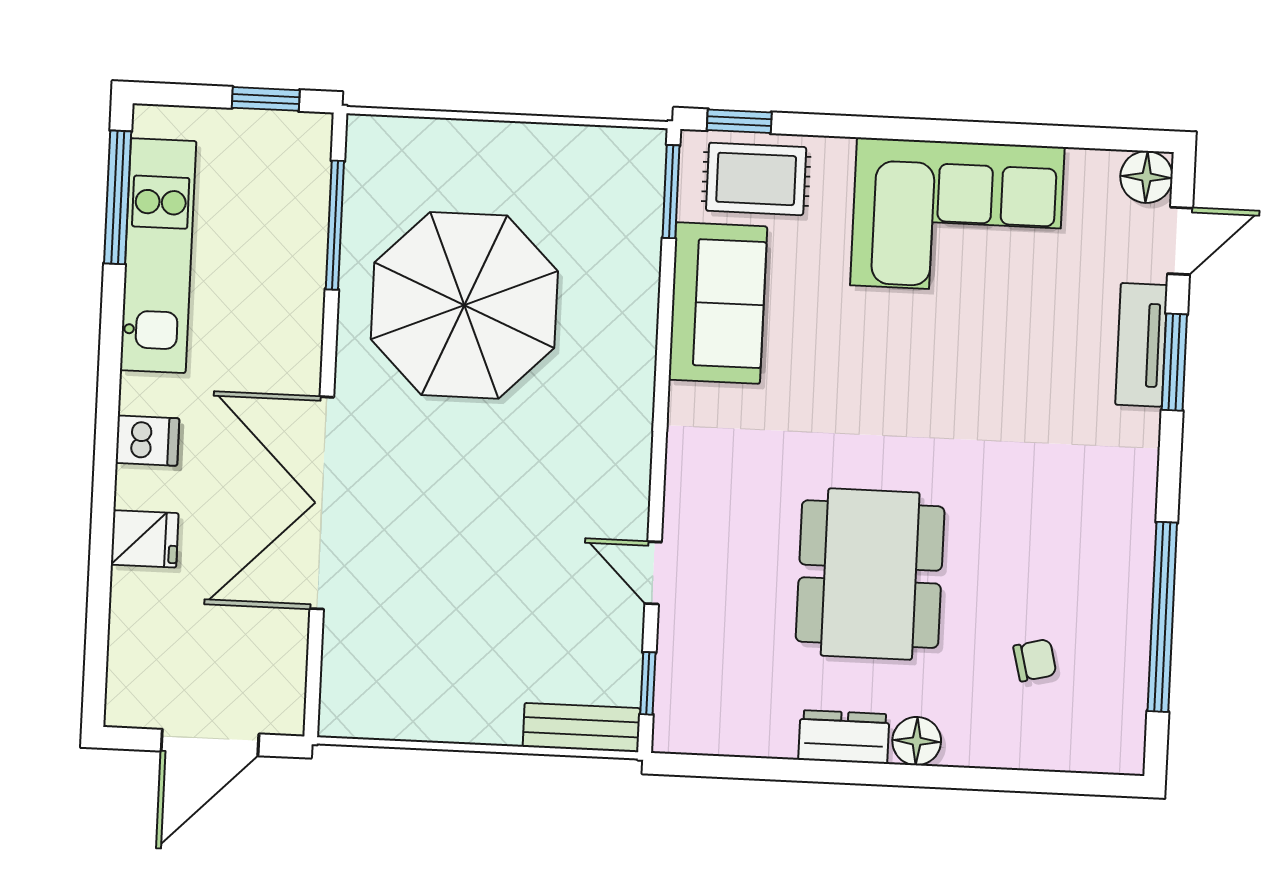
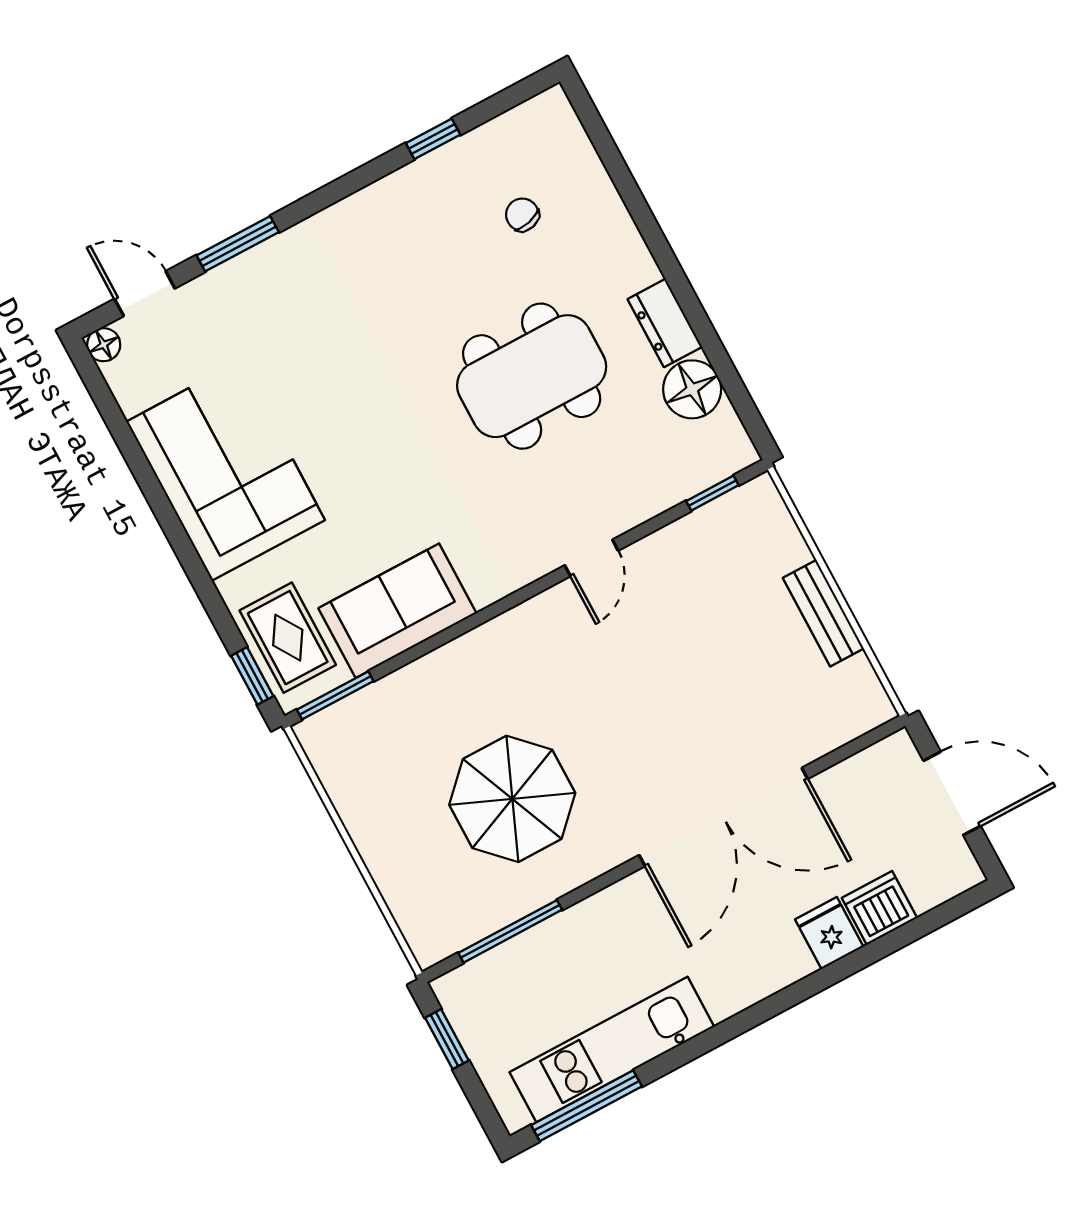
floor lamp: (1146, 177) -> (104, 345), width x0.73, depth x0.73
parasol: (464, 305) -> (512, 799), width x0.73, depth x0.73
tv unit: (1141, 345) -> (239, 276), removed
dishwasher: (147, 441) -> (879, 908), moved, width x1.38
door: (653, 573) -> (591, 558), moved
window: (1162, 617) -> (433, 139), width x0.32
bench: (582, 727) -> (823, 613), moved
floor lamp: (917, 741) -> (692, 389), moved, width x1.38, depth x1.38

